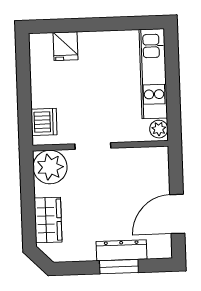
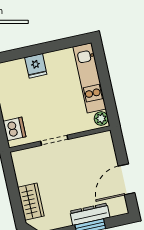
fridge: (65, 46) -> (36, 66), moved
plant: (50, 167) -> (25, 162), removed

